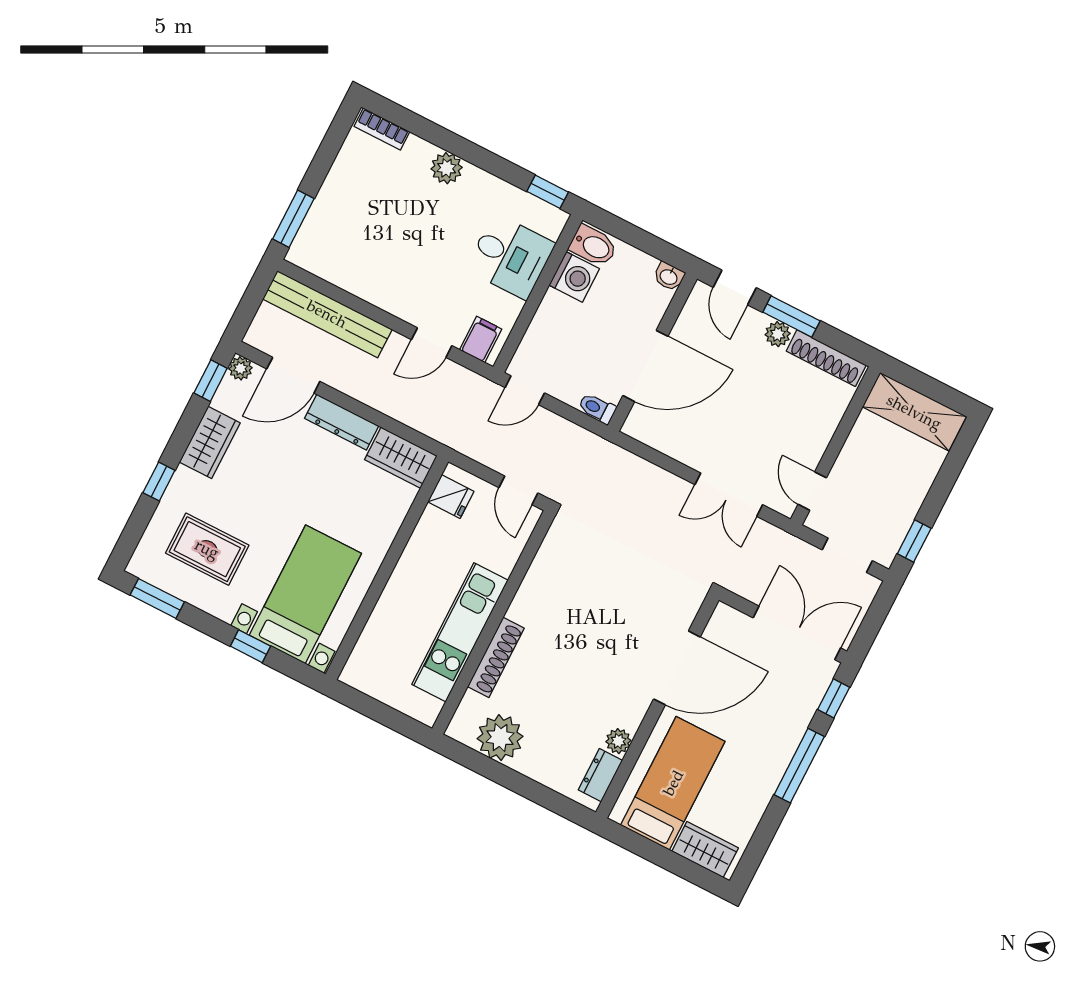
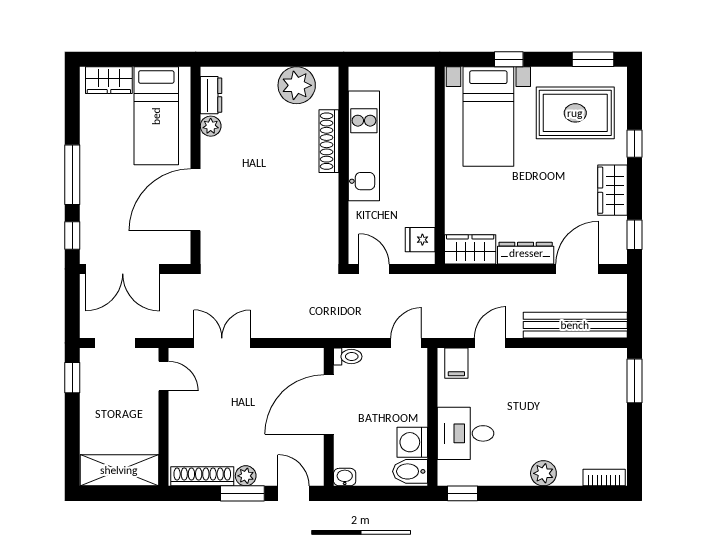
plant: (240, 368) -> (618, 254), removed
rug: (207, 549) -> (575, 113), width x1.36, depth x1.43

